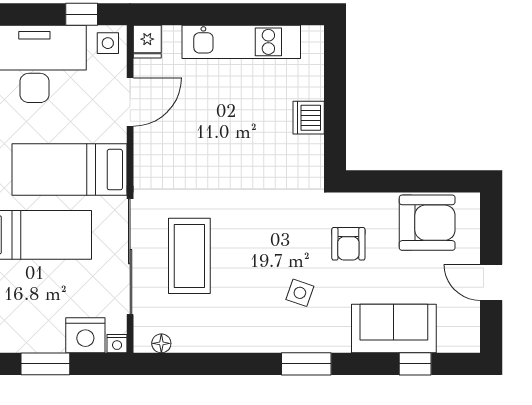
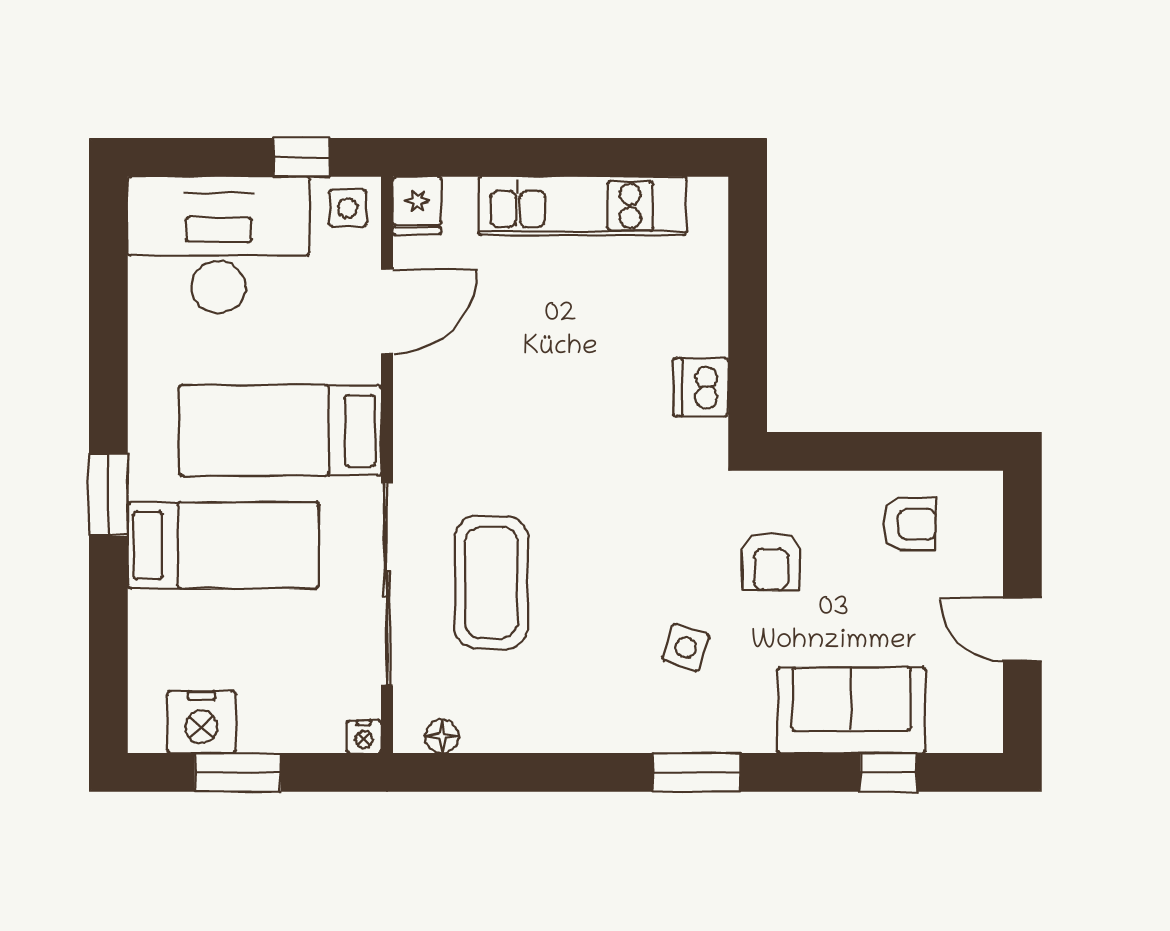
dishwasher: (309, 118) -> (701, 387), moved
armchair: (427, 223) -> (910, 524), width x0.53, depth x0.53
nightstand: (85, 335) -> (201, 722), moved

